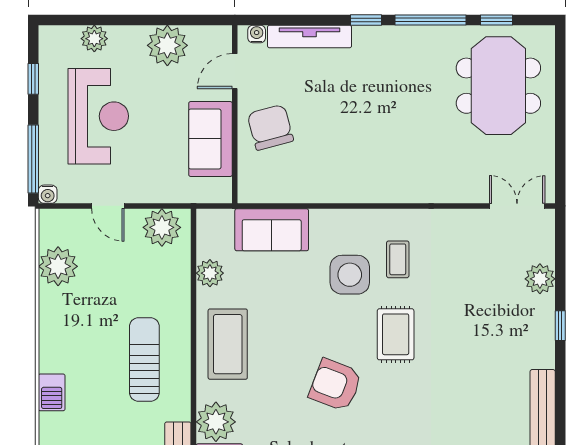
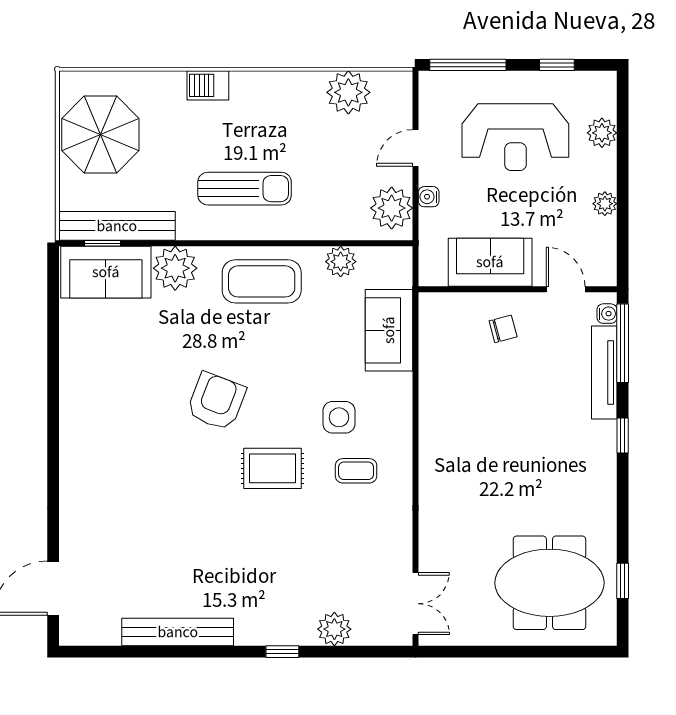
window: (430, 20) -> (623, 343), moved
plant: (167, 45) -> (605, 204), width x0.53, depth x0.53
chair: (270, 127) -> (503, 329), width x0.54, depth x0.54
water cooler: (48, 194) -> (429, 197), moved
side table: (350, 275) -> (339, 417), width x0.73, depth x0.73

